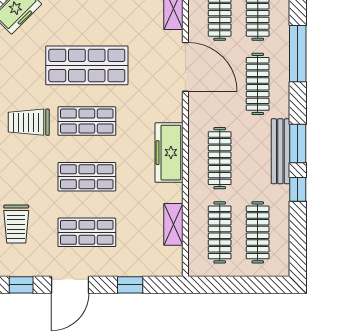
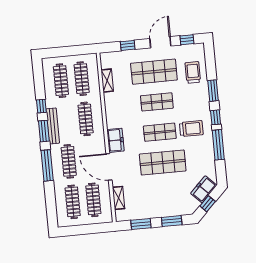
window: (298, 54) -> (47, 165), moved
freezer: (169, 153) -> (115, 140), moved, width x0.71
shop shelf: (87, 232) -> (154, 72), width x1.43, depth x1.36

